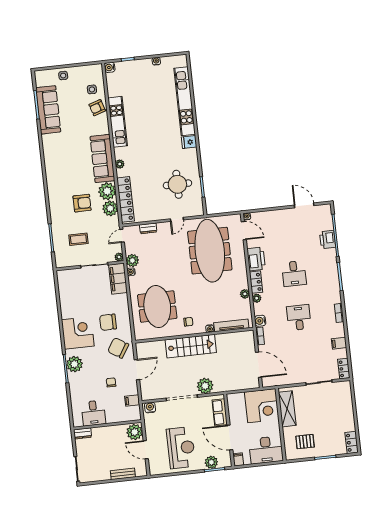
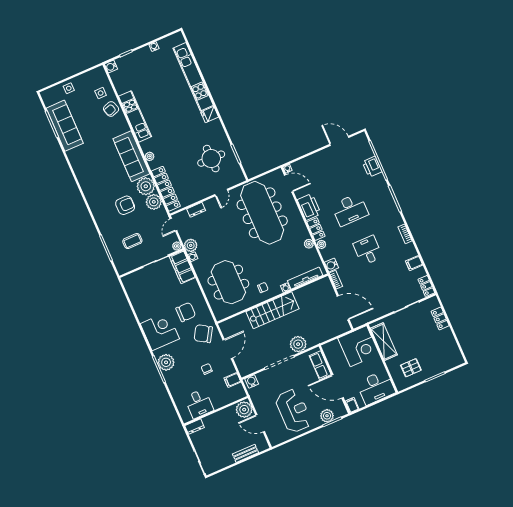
desk: (294, 274) -> (350, 210), width x1.37
chair: (108, 322) -> (186, 312), turned 180
locker: (352, 442) -> (440, 318), moved

